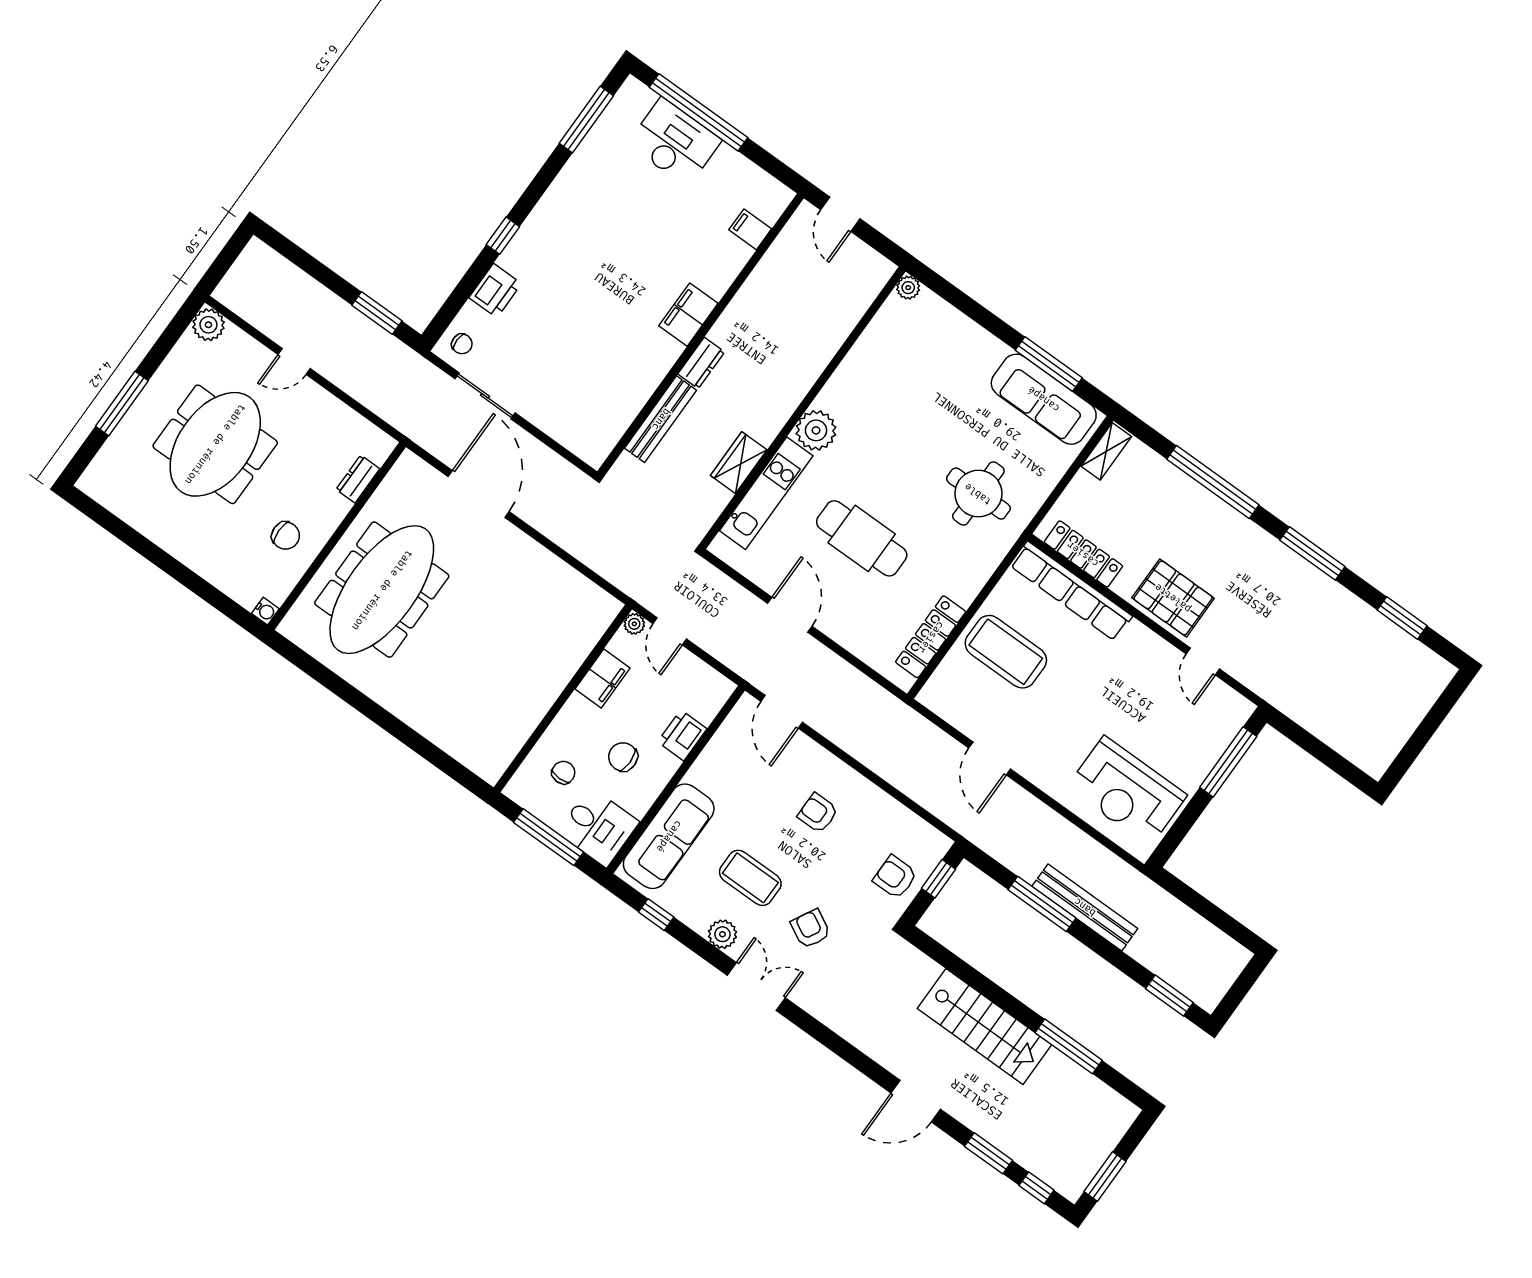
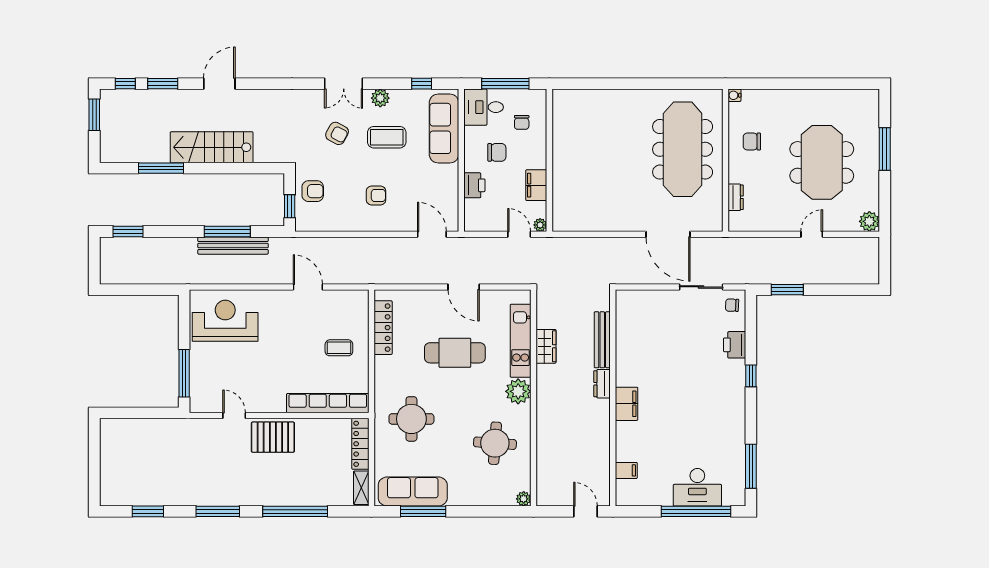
round table: (894, 385) -> (495, 443), added
locker: (1083, 554) -> (360, 444), moved, turned 90
coffee table: (1006, 652) -> (339, 348), width x0.54, depth x0.58
bench: (1085, 907) -> (233, 246), moved

